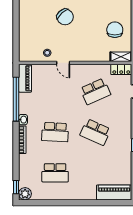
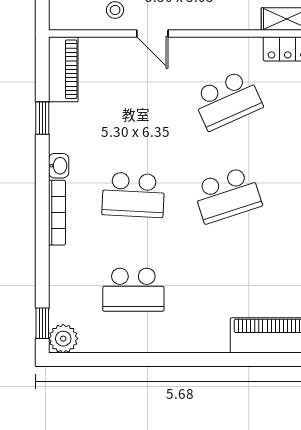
window: (16, 99) -> (42, 118), width x0.32
school desk: (95, 132) -> (227, 195), turned -42

